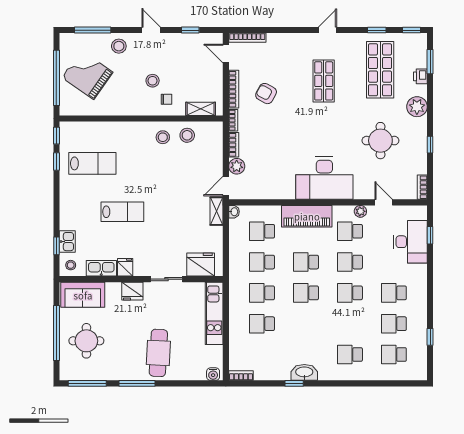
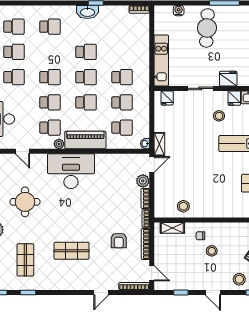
door: (328, 30) -> (101, 292), moved
shop shelf: (380, 70) -> (25, 260), width x0.70, depth x0.74
shop shelf: (324, 81) -> (72, 251), turned 90
armchair: (266, 94) -> (119, 240), turned 61
stool: (163, 137) -> (219, 116), moved
plant: (360, 211) -> (59, 144), moved
fridge: (201, 265) -> (167, 98), width x0.53, depth x0.75
school desk: (262, 324) -> (86, 52), moved
water cooler: (213, 374) -> (179, 11), moved

